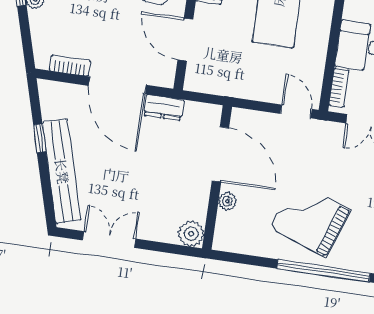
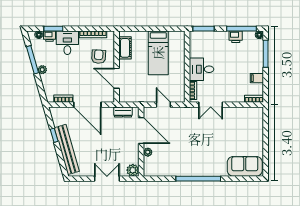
dresser: (164, 108) -> (123, 112), moved
door: (296, 111) -> (163, 105), moved
grand piano: (310, 219) -> (188, 155), removed
double door: (109, 240) -> (107, 179), moved

